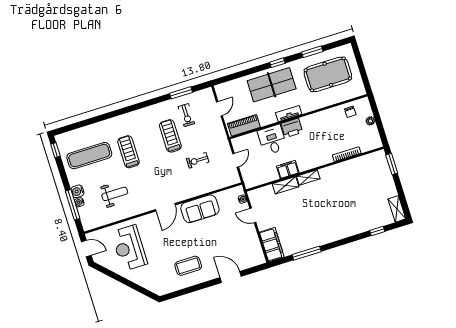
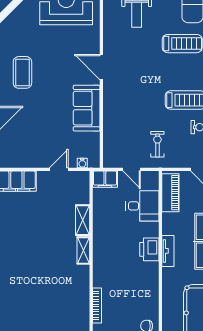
desk: (272, 140) -> (142, 206), moved
exercise bike: (198, 160) -> (157, 144), moved
filing cabinet: (288, 169) -> (105, 179), moved, turned 90

